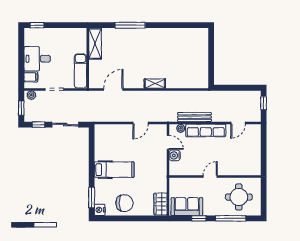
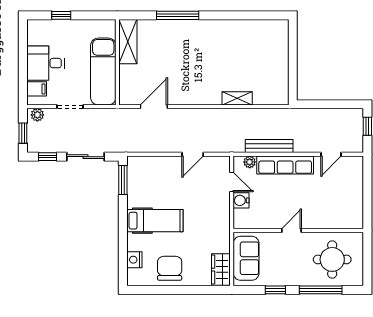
window: (37, 25) -> (61, 15), moved
exam couch: (80, 71) -> (103, 72), width x1.36, depth x1.45
shelving: (155, 84) -> (237, 98), moved
window: (92, 197) -> (123, 180), moved
chair: (124, 203) -> (170, 268), turned -90
sofa: (187, 207) -> (246, 258), moved, turned 90
nightstand: (100, 210) -> (134, 260), moved

